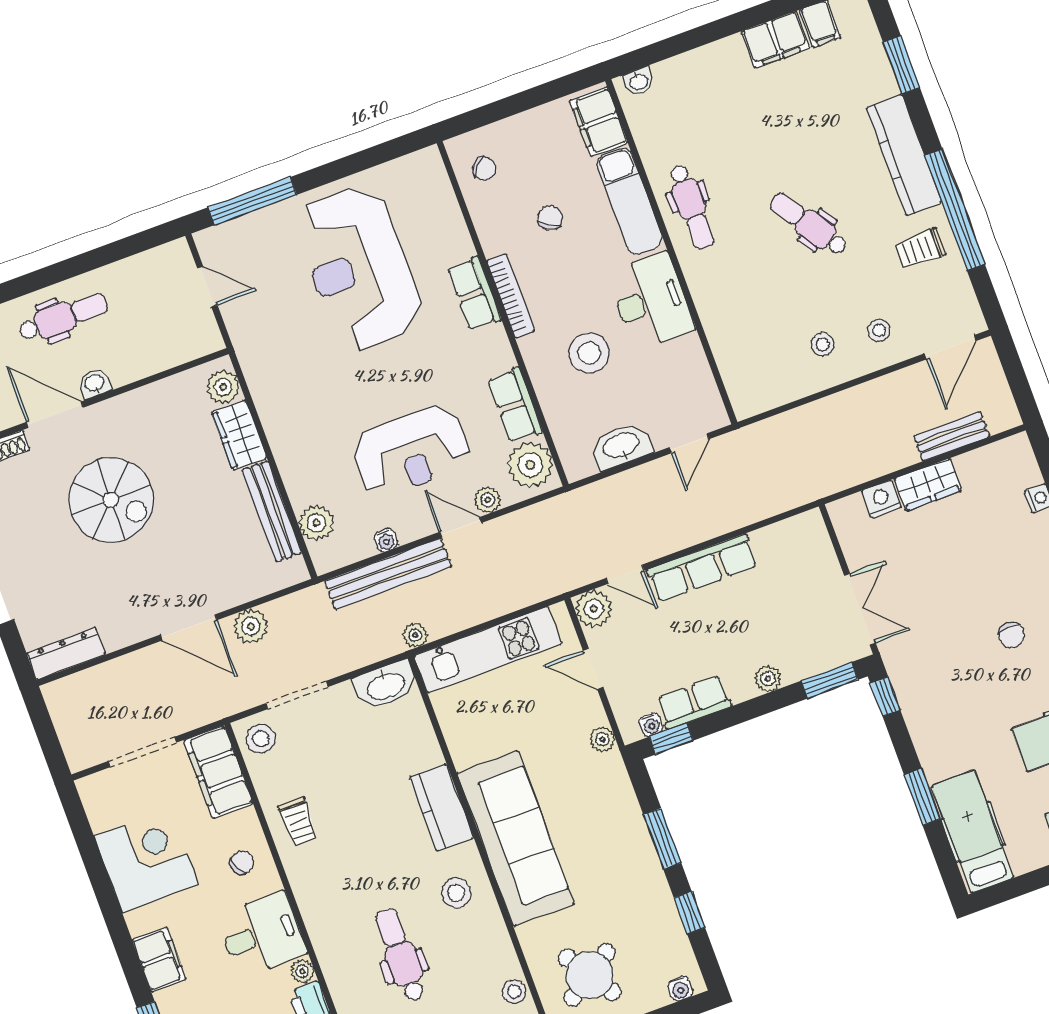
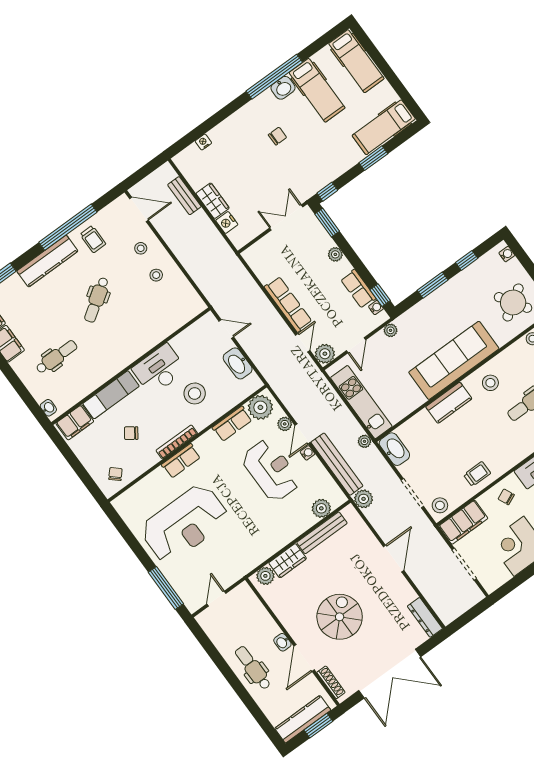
dental chair: (692, 207) -> (56, 357), moved
water cooler: (386, 540) -> (307, 453), moved
plant: (251, 626) -> (364, 499), moved

